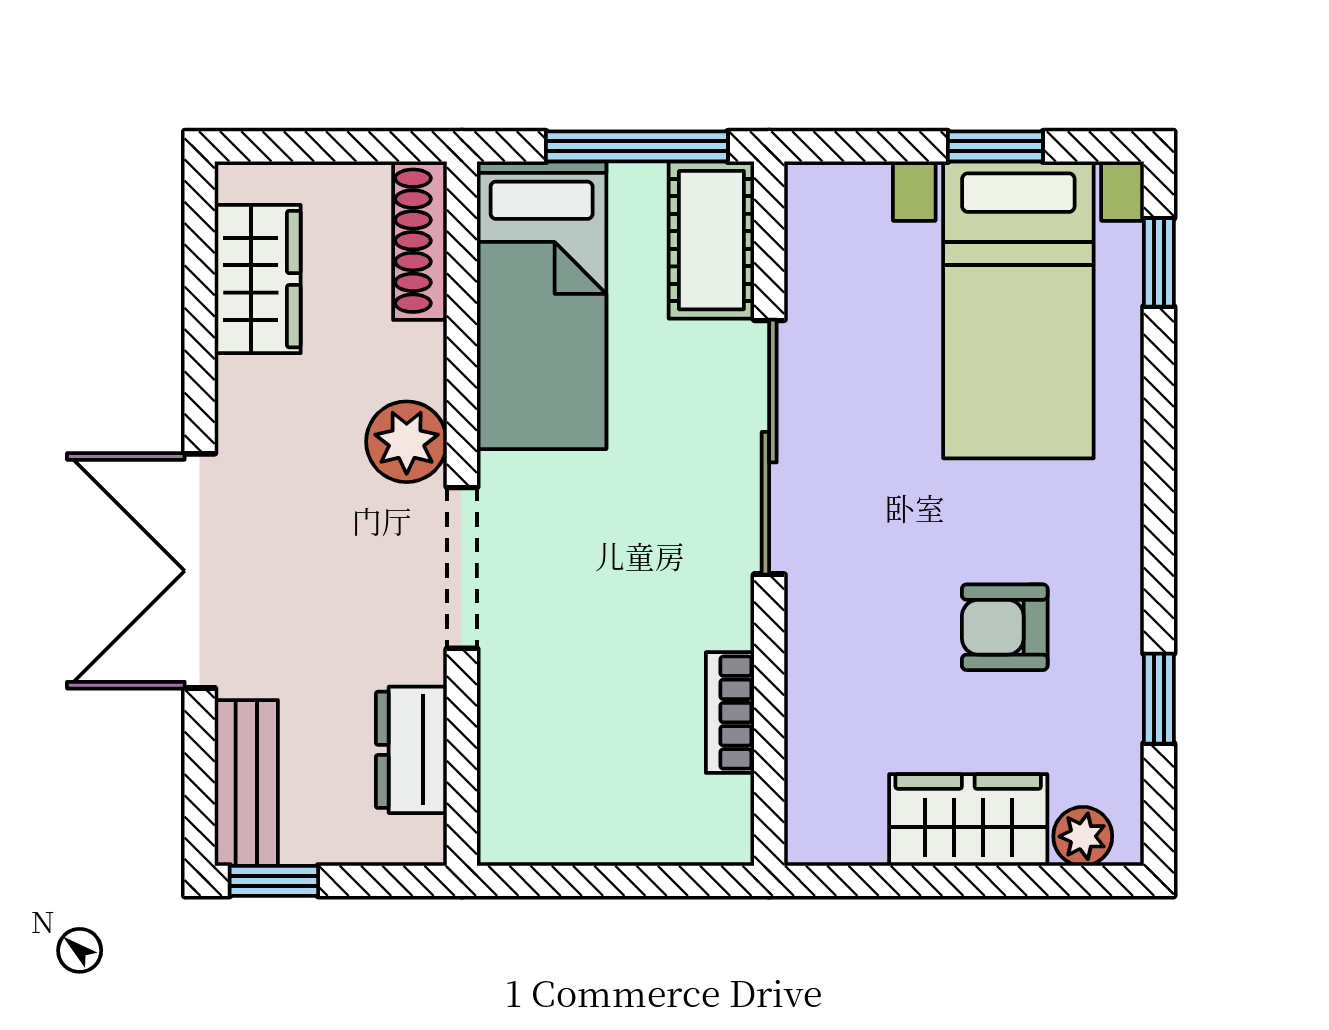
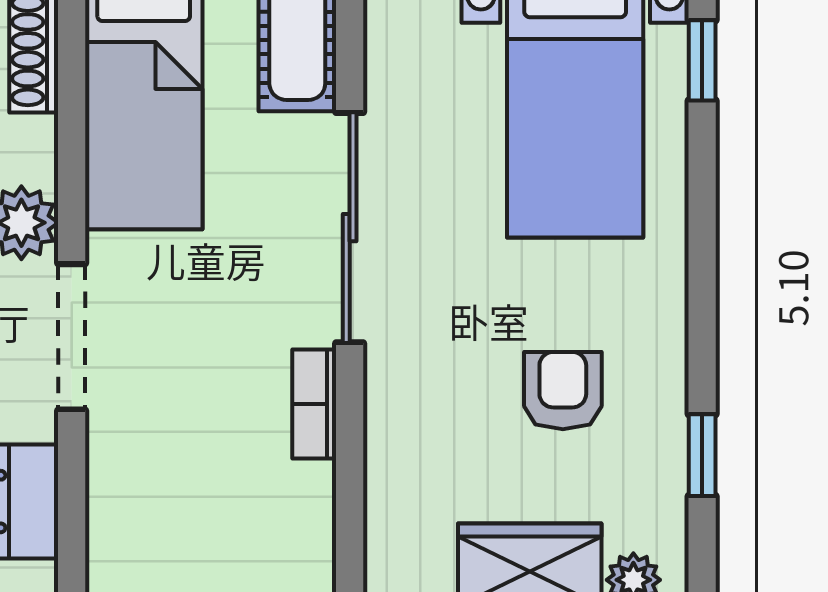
armchair: (1005, 627) -> (563, 391), turned 90
bookcase: (730, 713) -> (314, 404), moved

